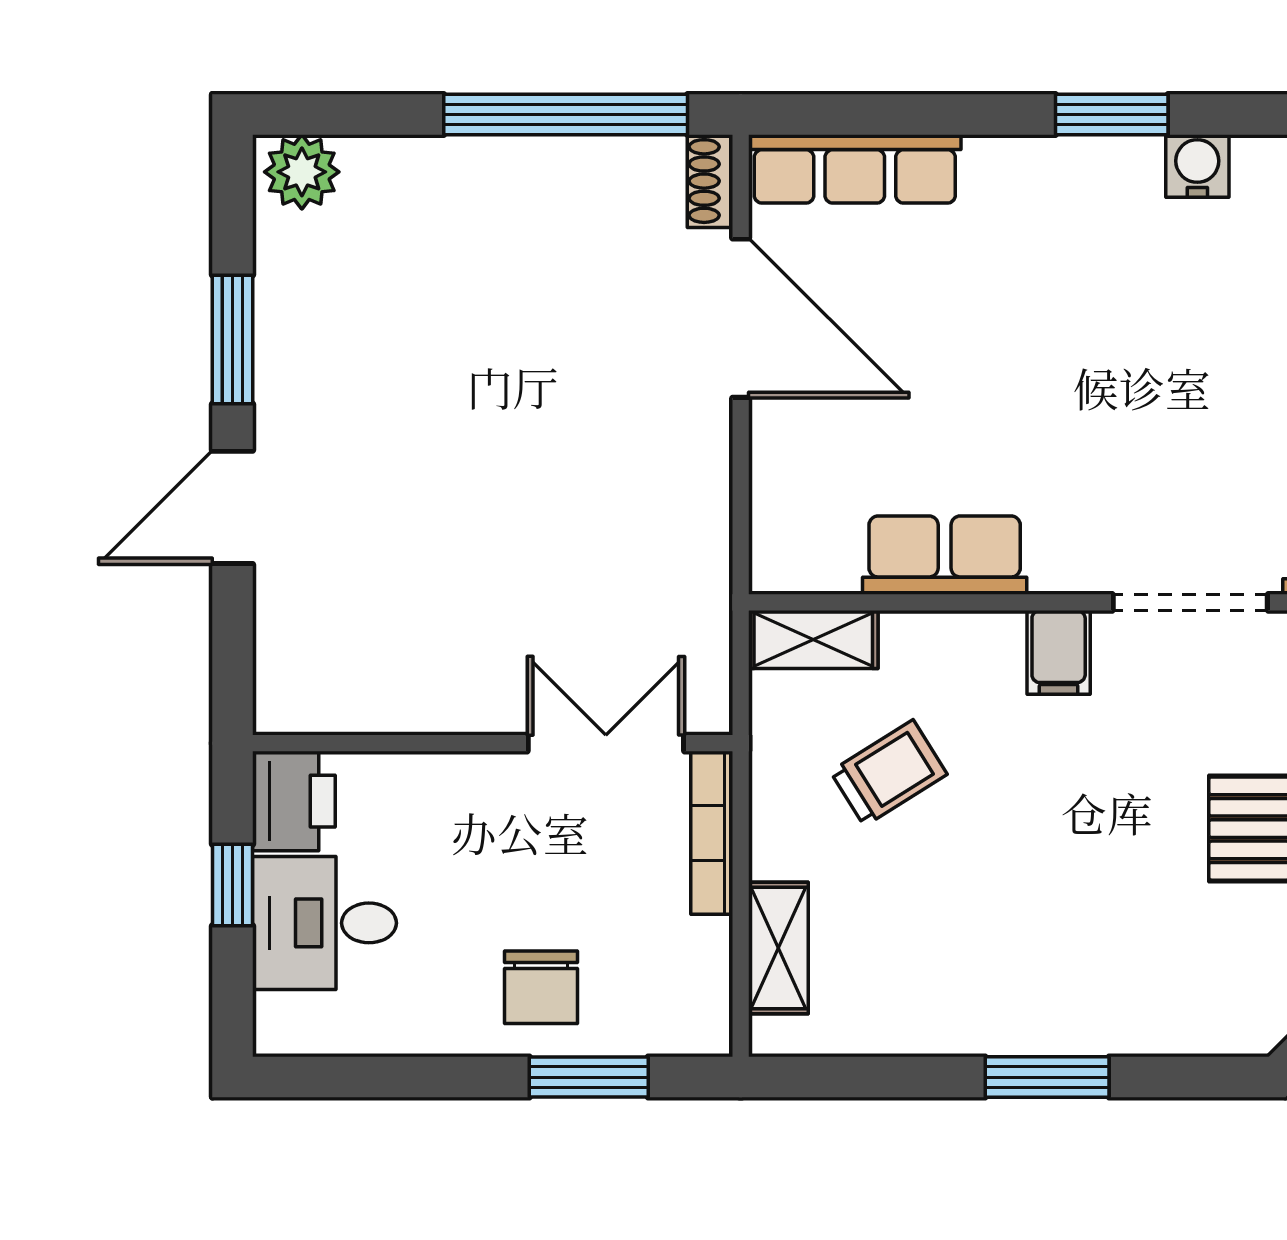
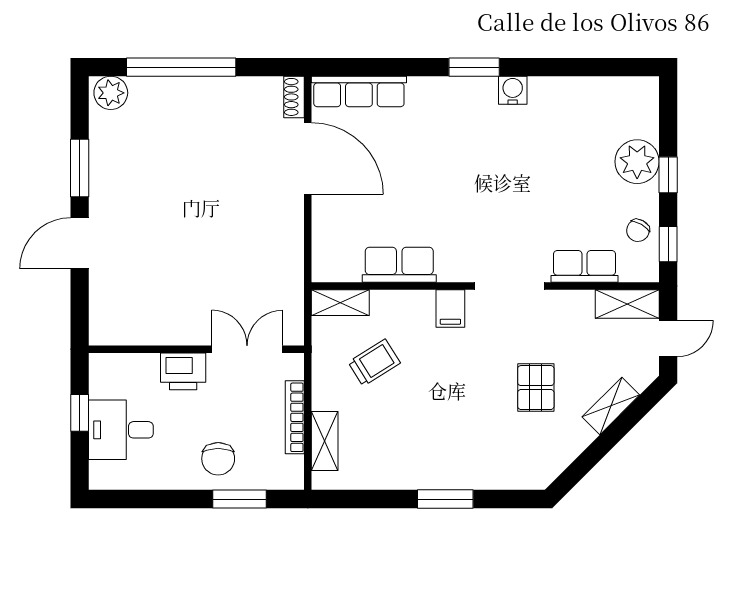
window: (566, 114) -> (181, 67), moved
printer: (294, 801) -> (183, 371), moved, turned 90
bookcase: (712, 833) -> (295, 417), moved

